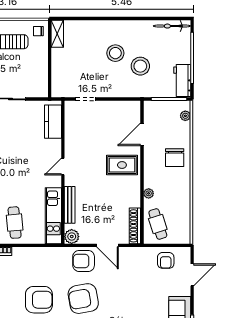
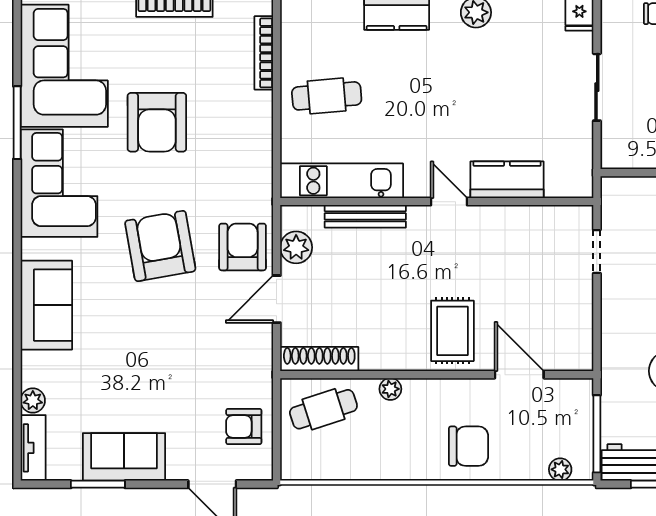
kitchen counter: (53, 122) -> (507, 180), moved
chair: (175, 158) -> (468, 446), turned 180
plant: (72, 237) -> (296, 247), moved
armchair: (39, 300) -> (157, 122), moved

